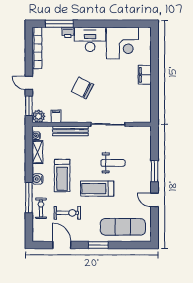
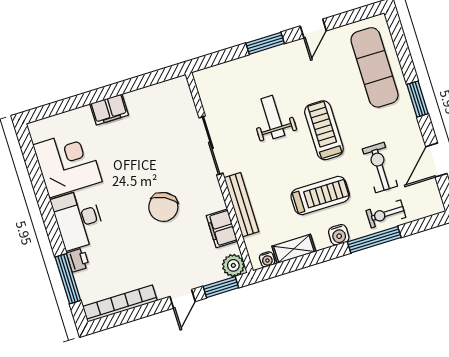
filing cabinet: (56, 116) -> (222, 228), width x2.00
treadmill: (97, 189) -> (324, 130), turned 180

